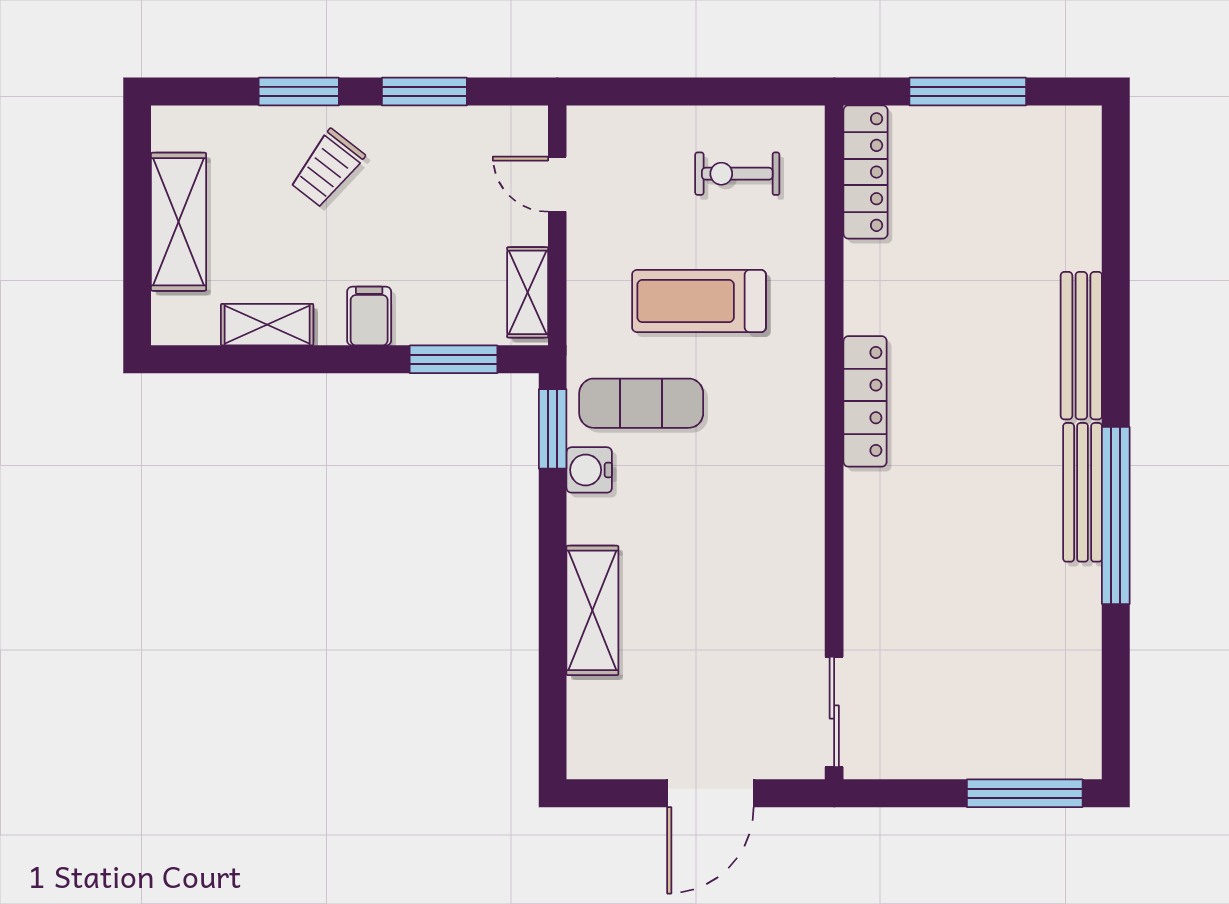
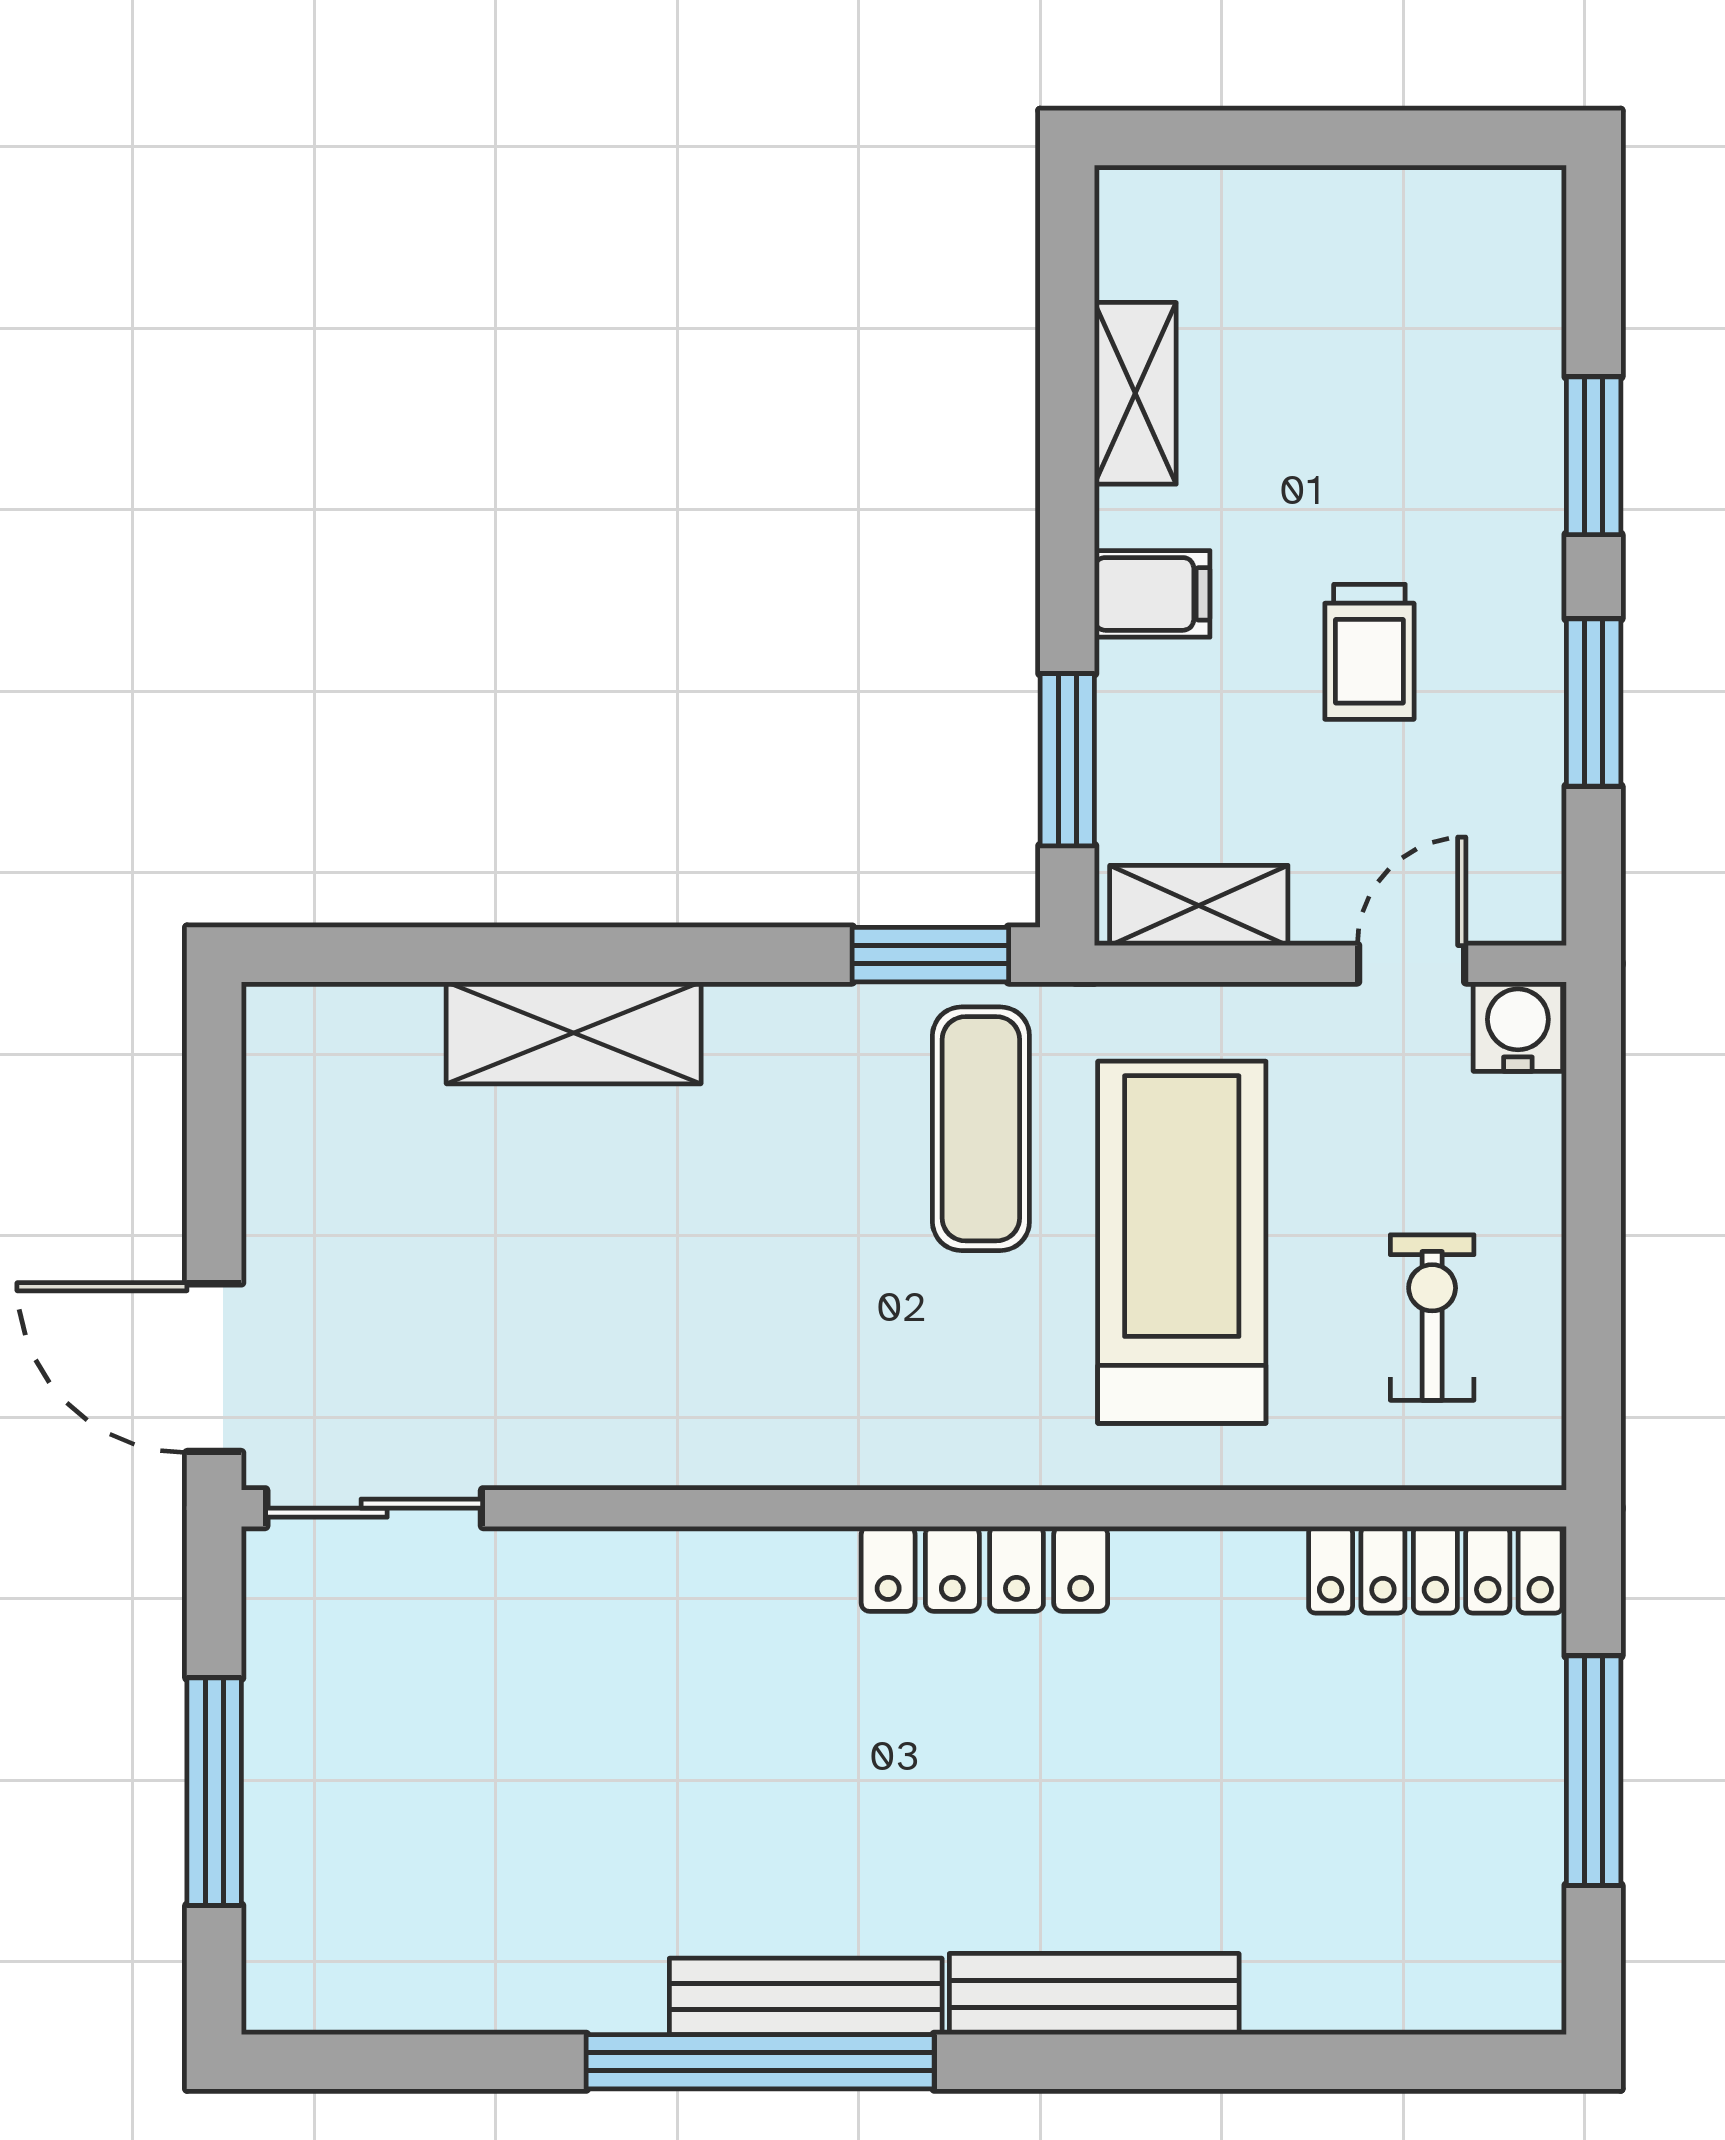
trolley: (327, 168) -> (1369, 652), moved, turned -128
shelving: (179, 222) -> (1338, 219), removed
treadmill: (699, 301) -> (1182, 1242), width x1.37, depth x1.38
water cooler: (589, 470) -> (1518, 1027), moved
door: (710, 793) -> (214, 1368), moved
window: (1025, 793) -> (214, 1792), moved

